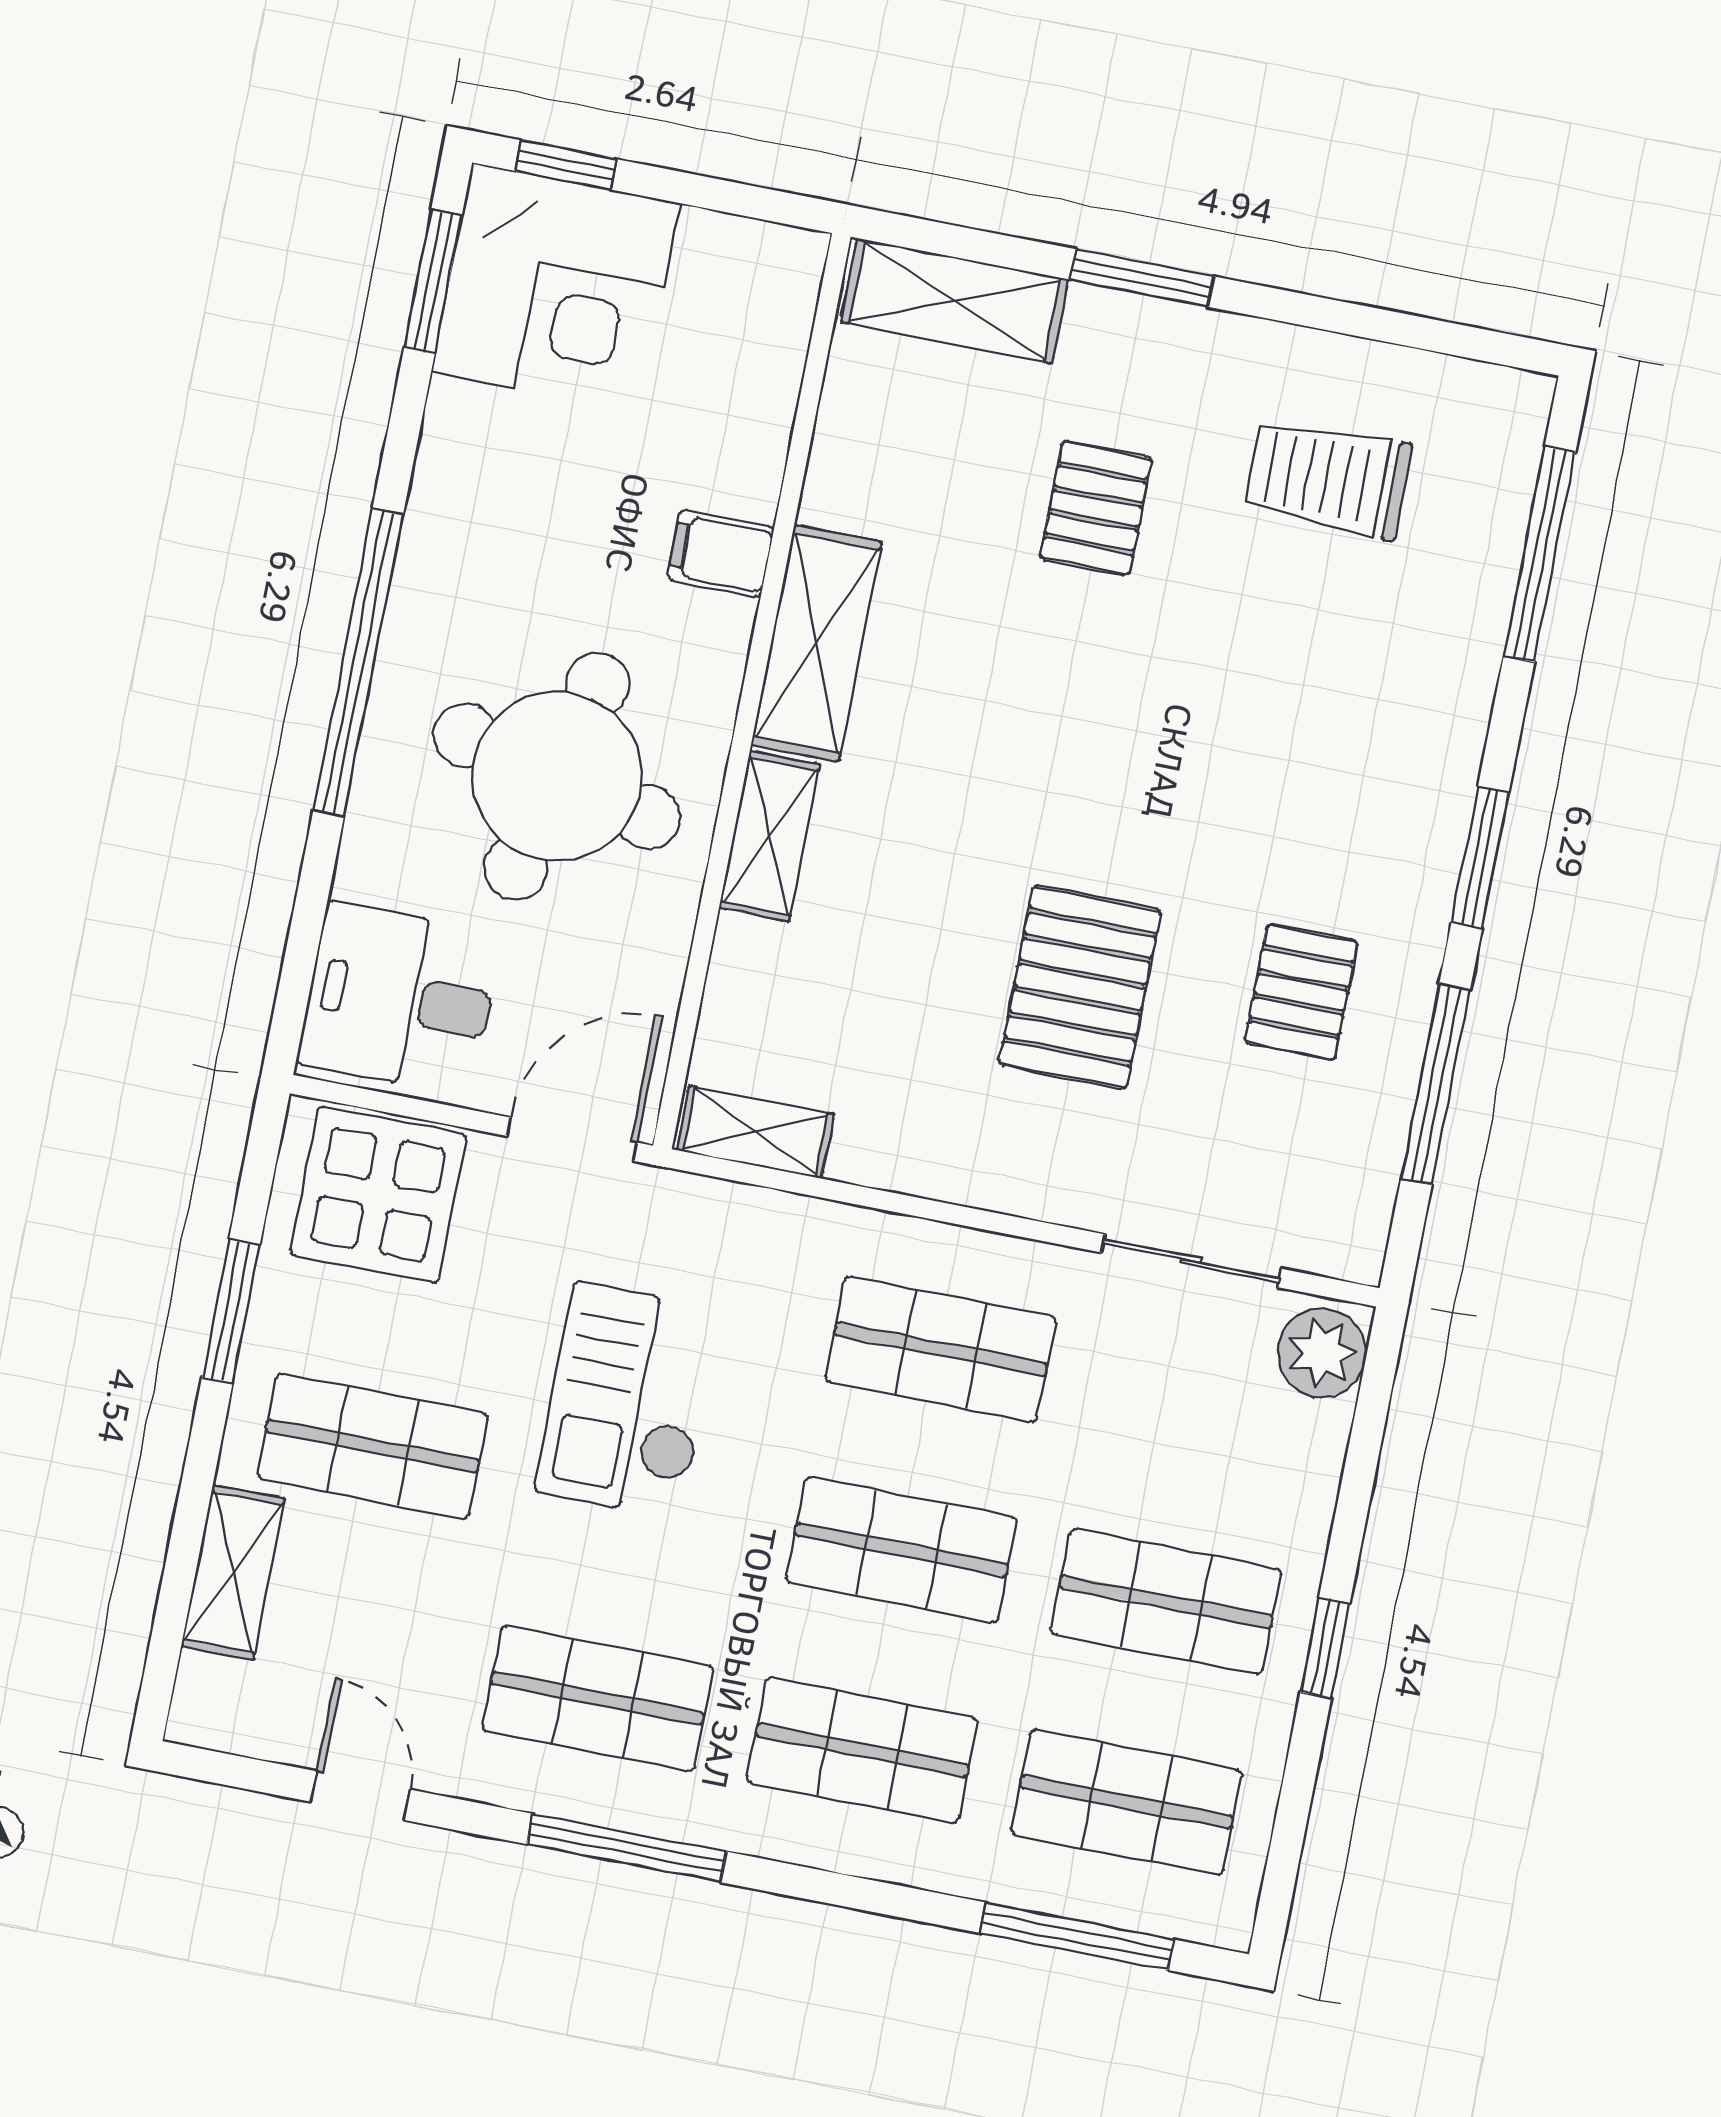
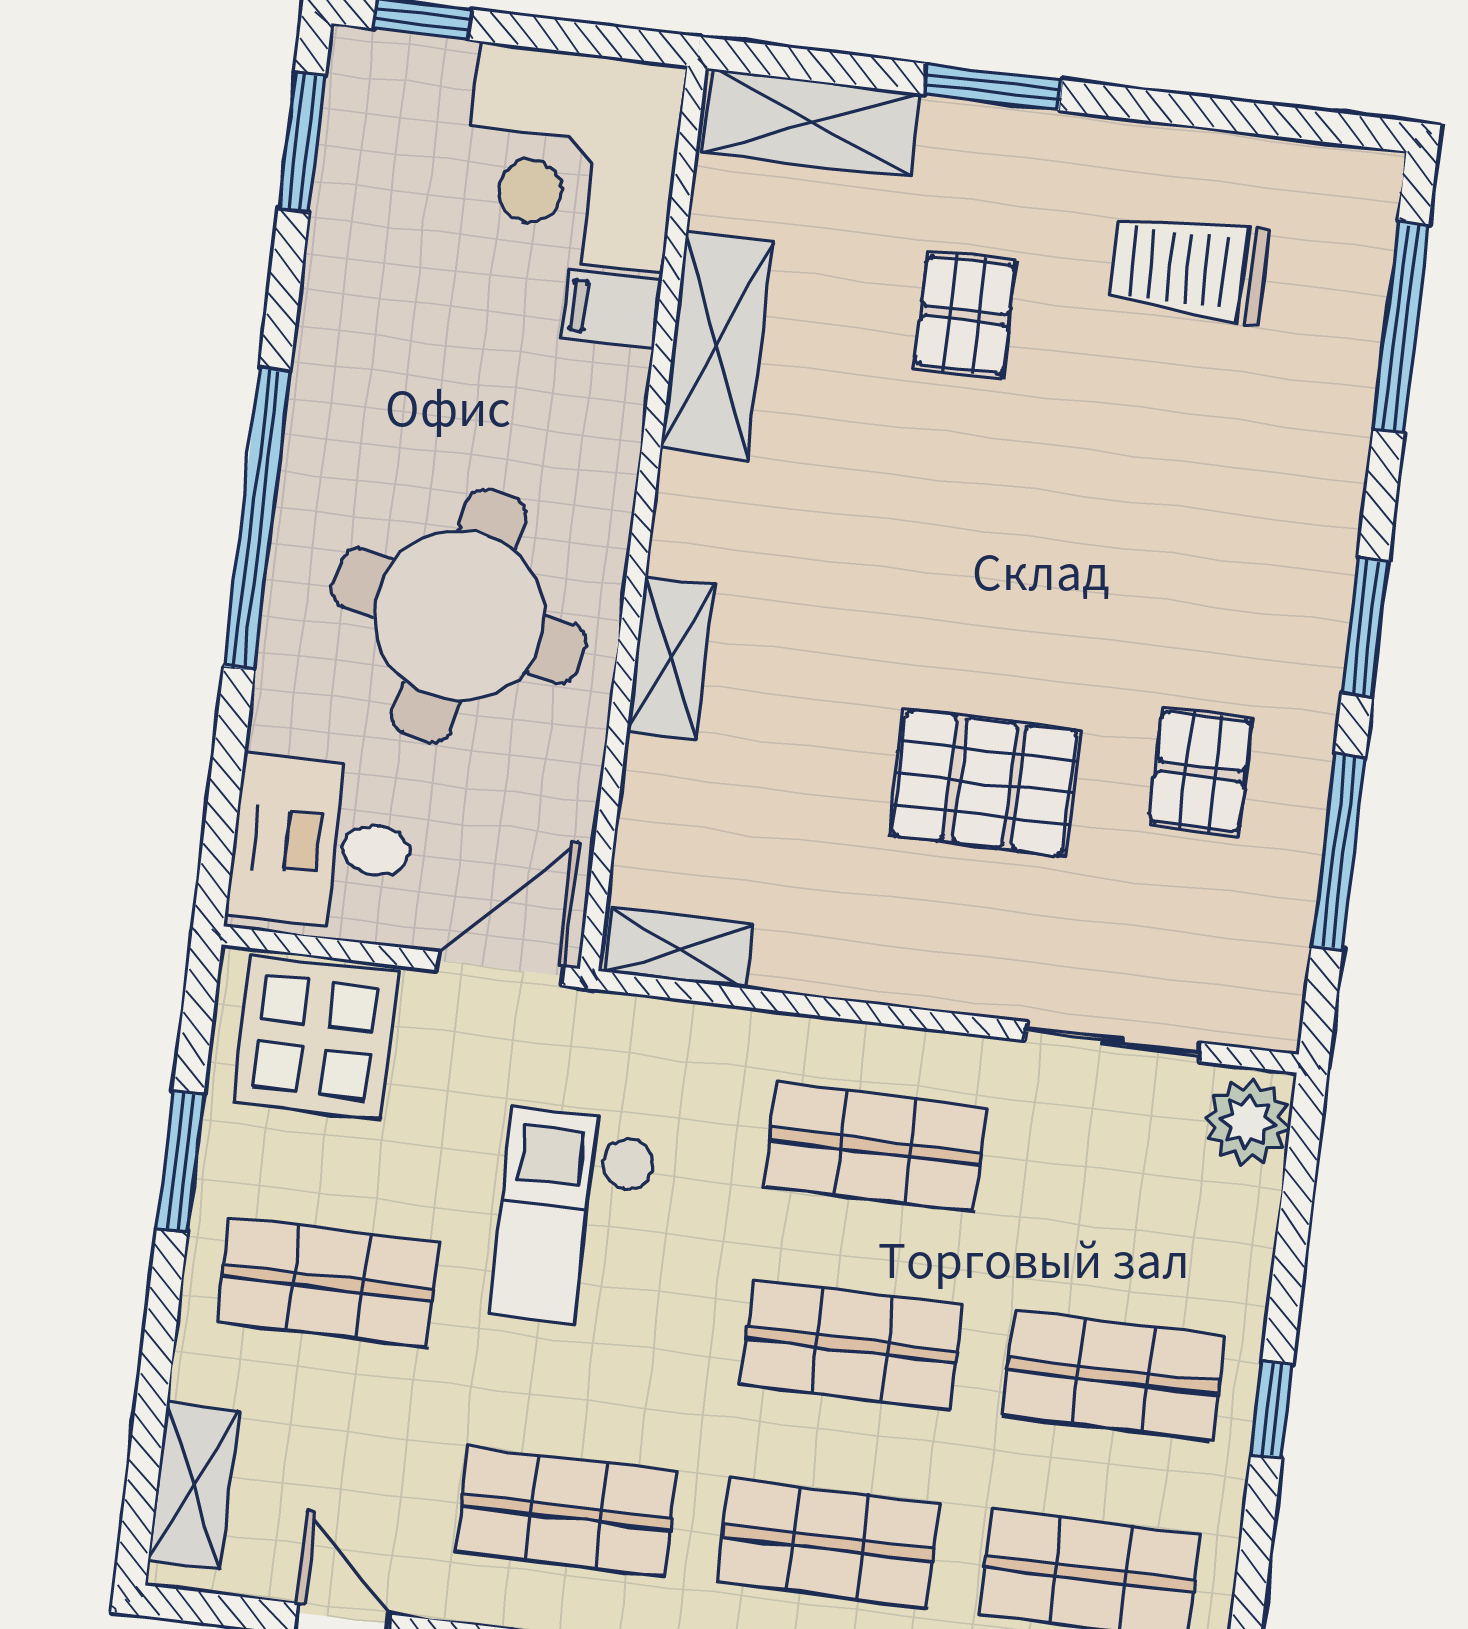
corner desk: (556, 287) -> (572, 158), moved, turned 90
filing cabinet: (721, 553) -> (611, 309), moved
shelving: (816, 643) -> (717, 346), moved
pallet: (1080, 987) -> (984, 783), turned 90
shelving: (233, 1572) -> (193, 1485), moved

